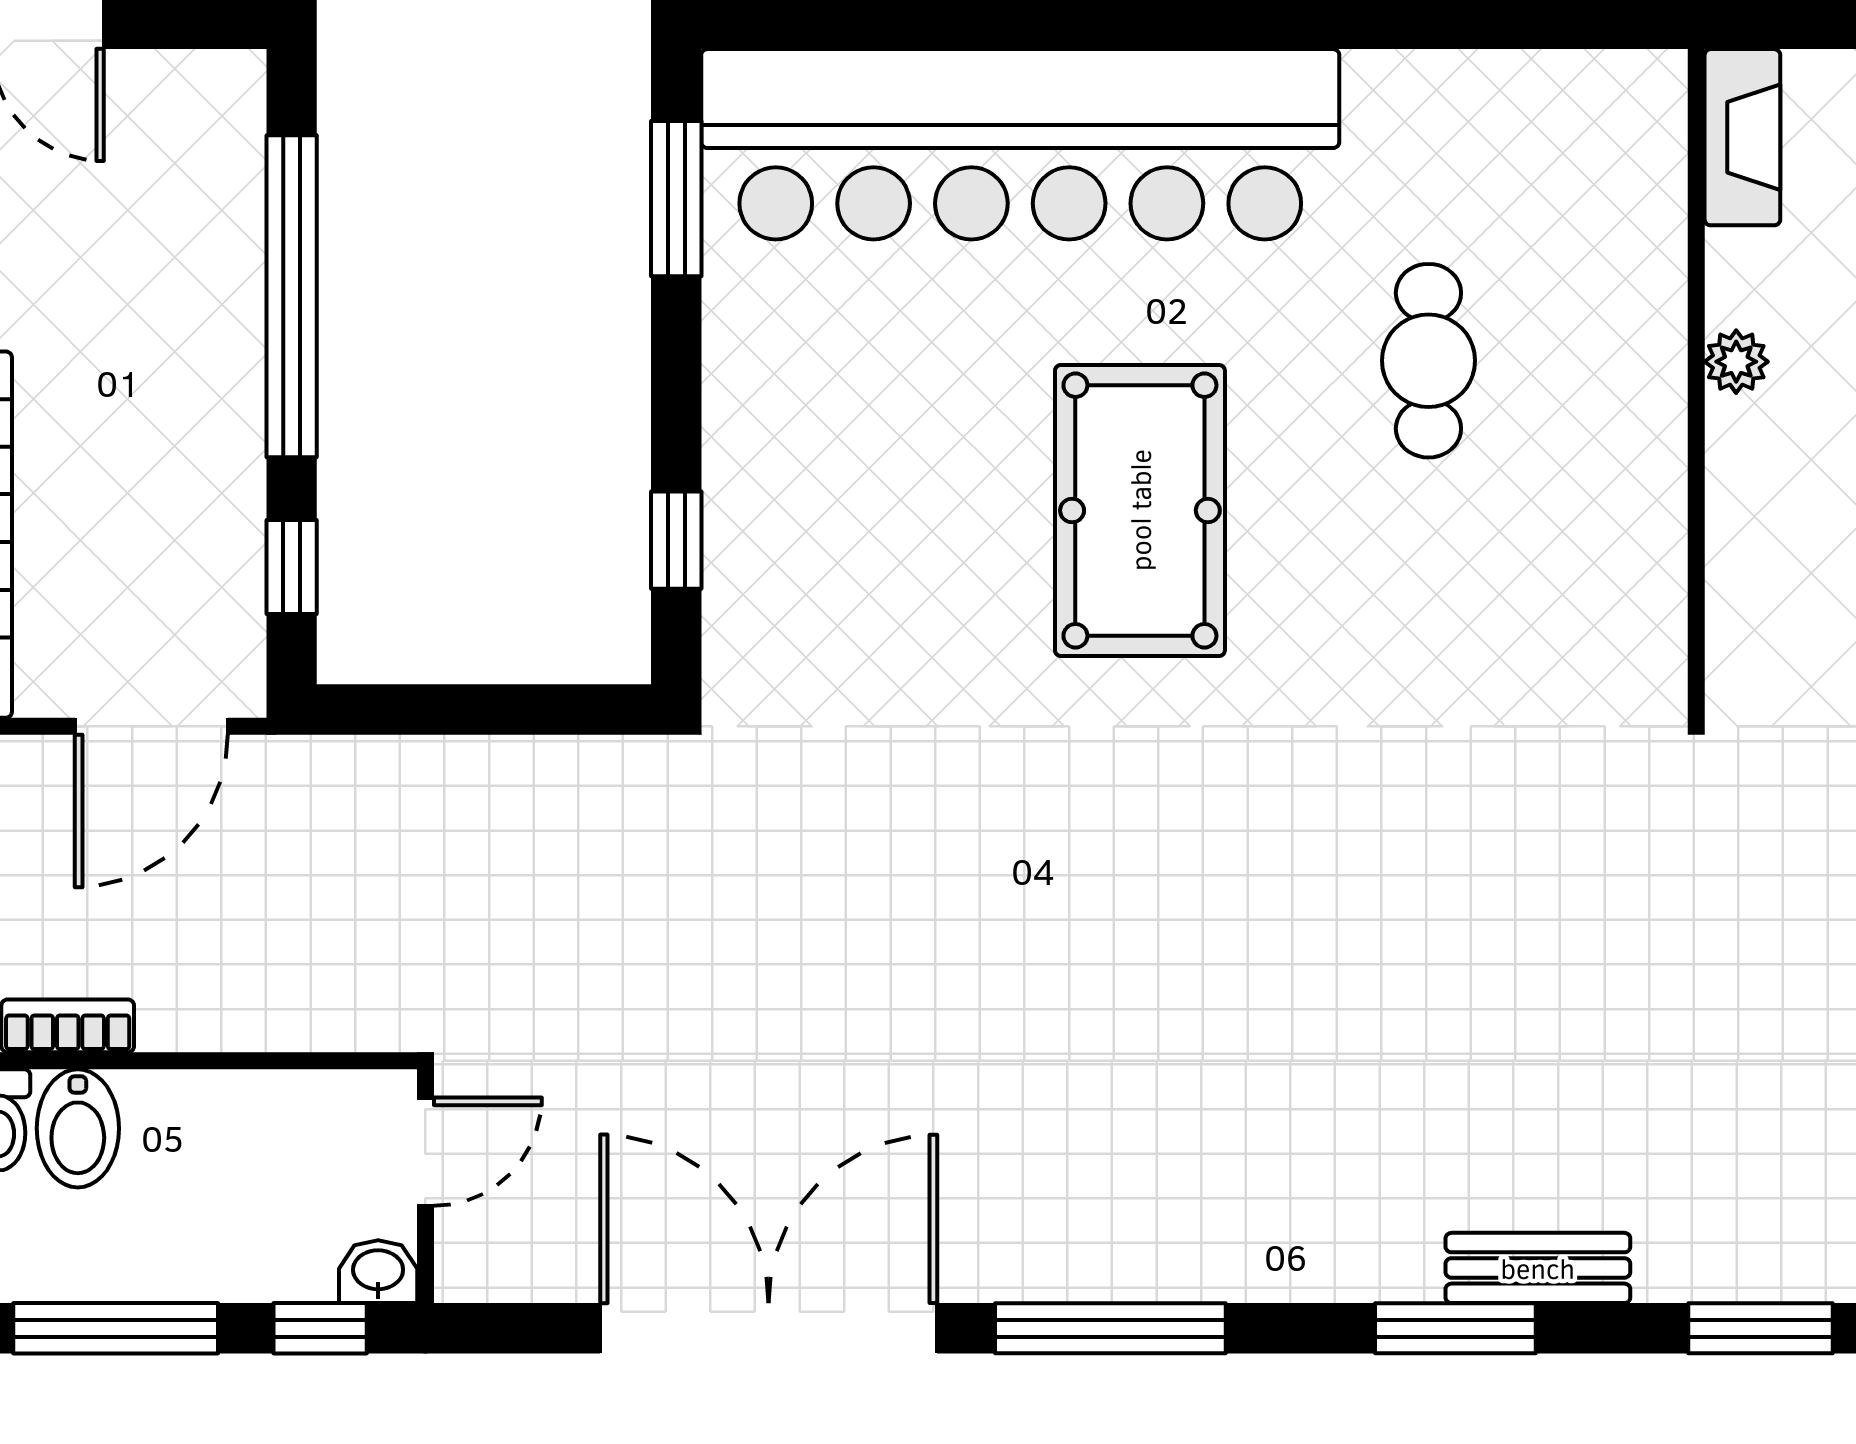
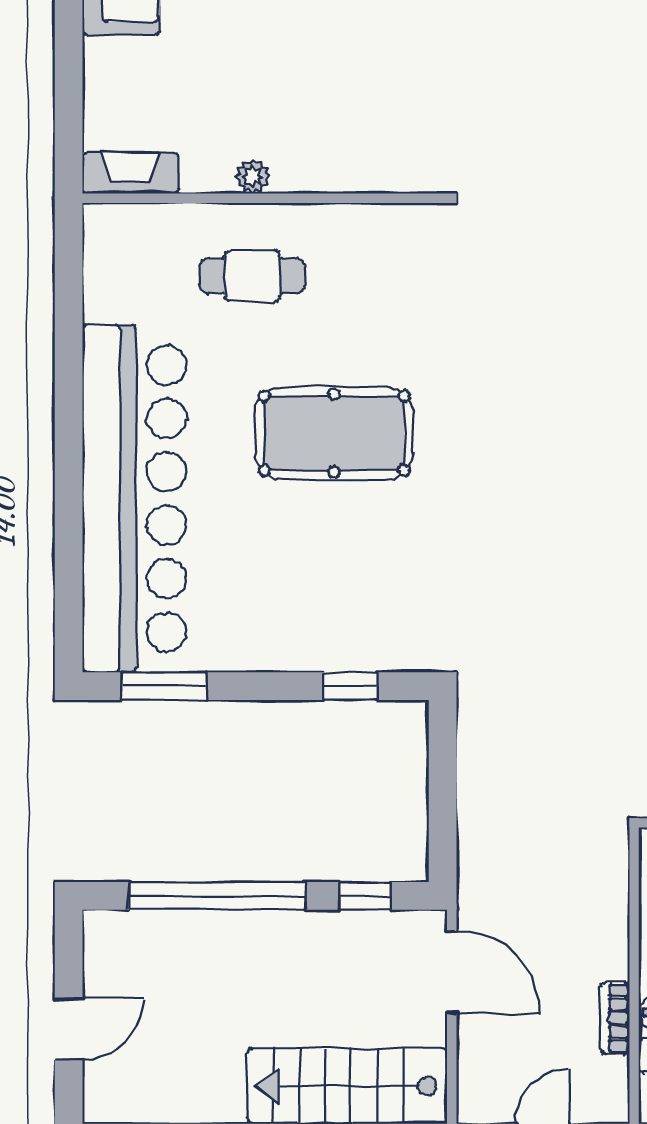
fireplace: (1742, 137) -> (130, 173), moved
plant: (1736, 362) -> (253, 176), moved
wall: (1696, 383) -> (265, 198), moved

